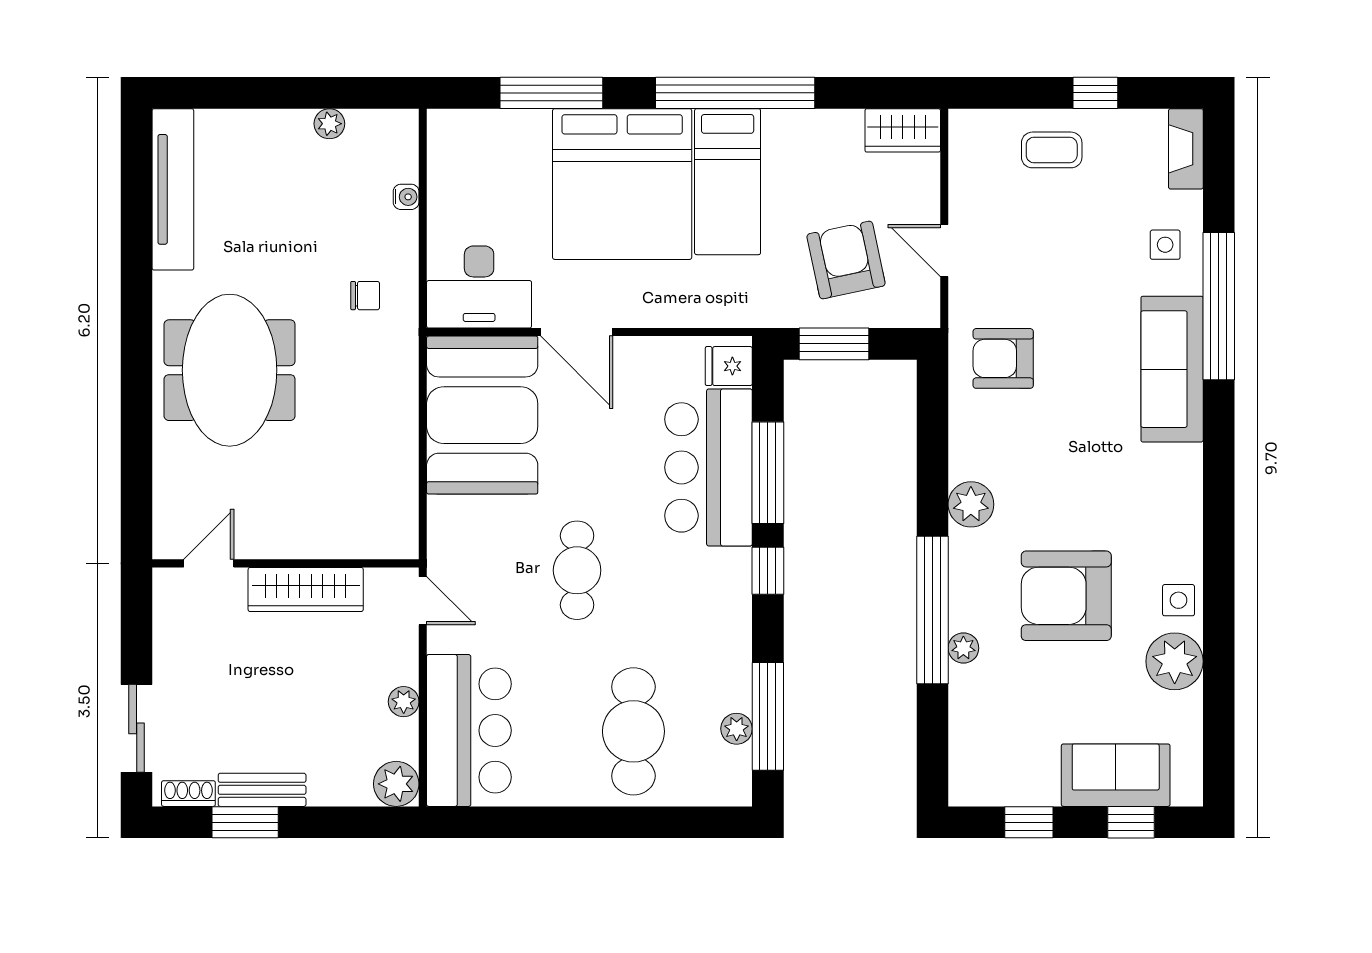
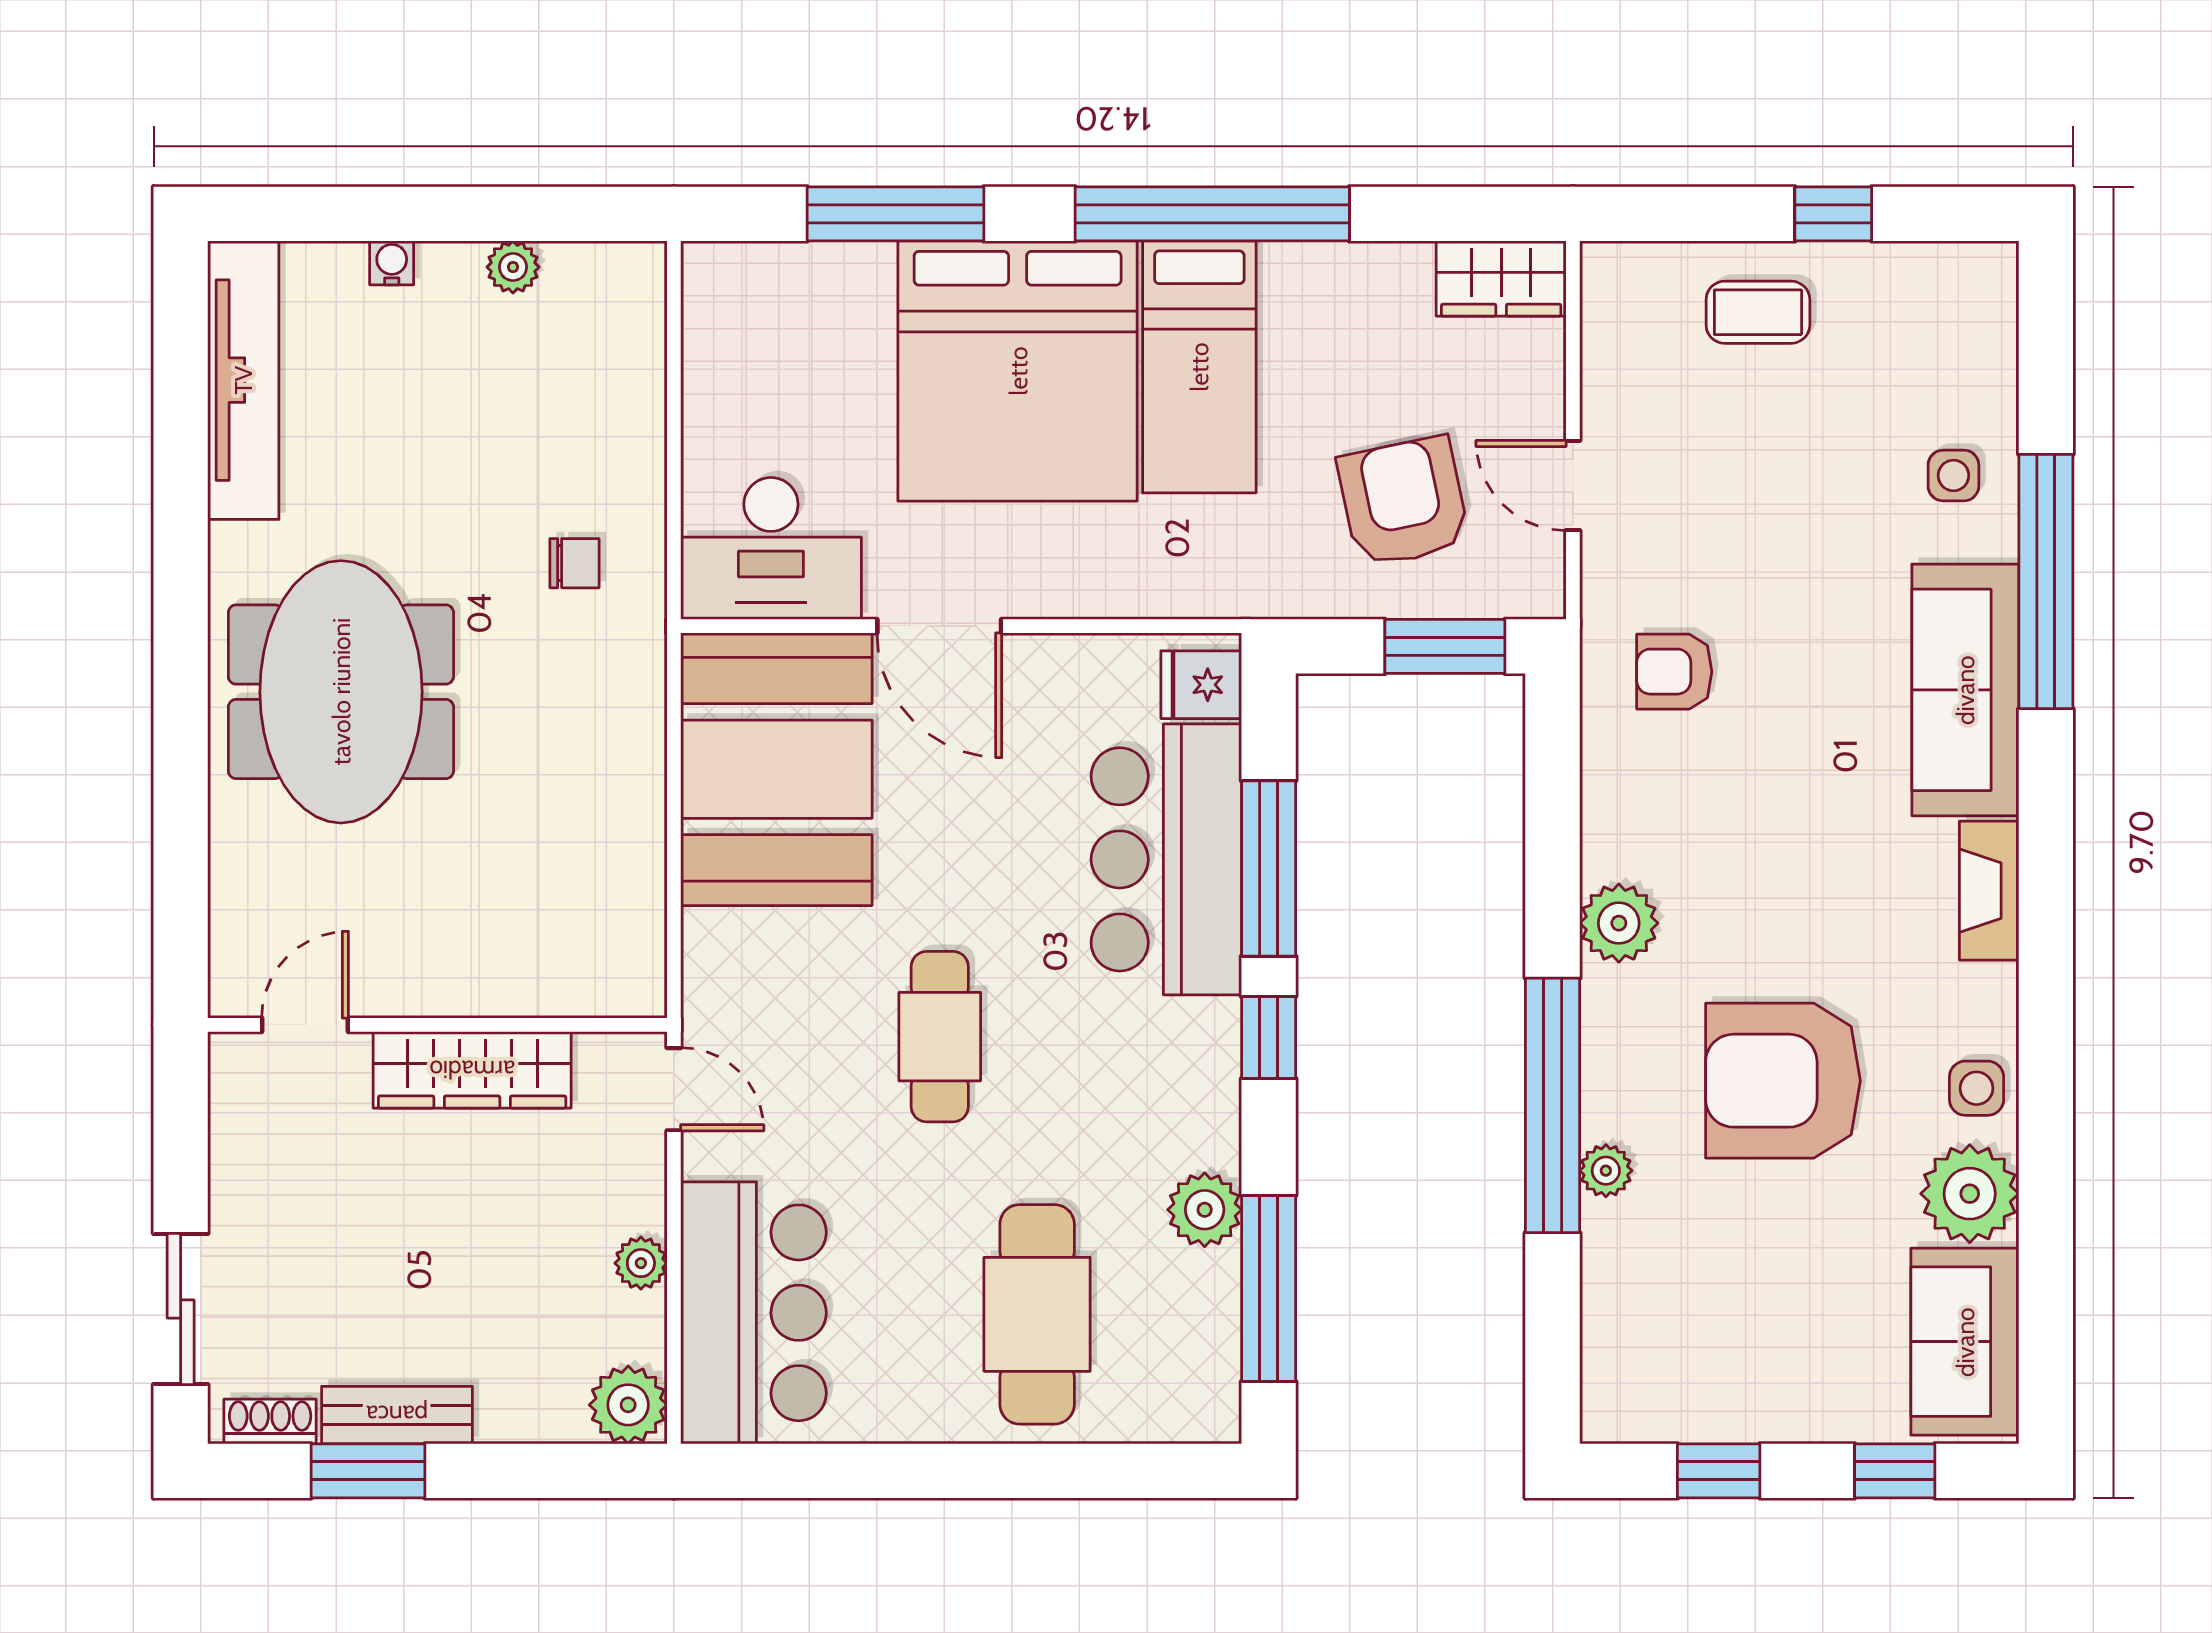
fireplace: (1186, 149) -> (1989, 891), moved
water cooler: (406, 197) -> (392, 263), moved, turned -90
window: (834, 344) -> (1445, 646), moved
armchair: (1003, 358) -> (1674, 672), width x0.72, depth x0.72
plant: (737, 729) -> (1205, 1210), moved, width x1.38, depth x1.38
sofa: (1116, 775) -> (1965, 1342), moved, turned -90

